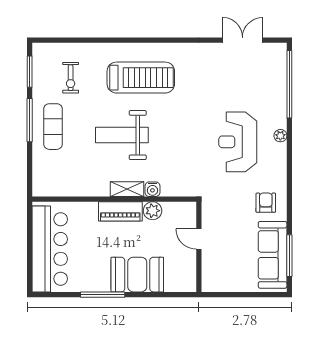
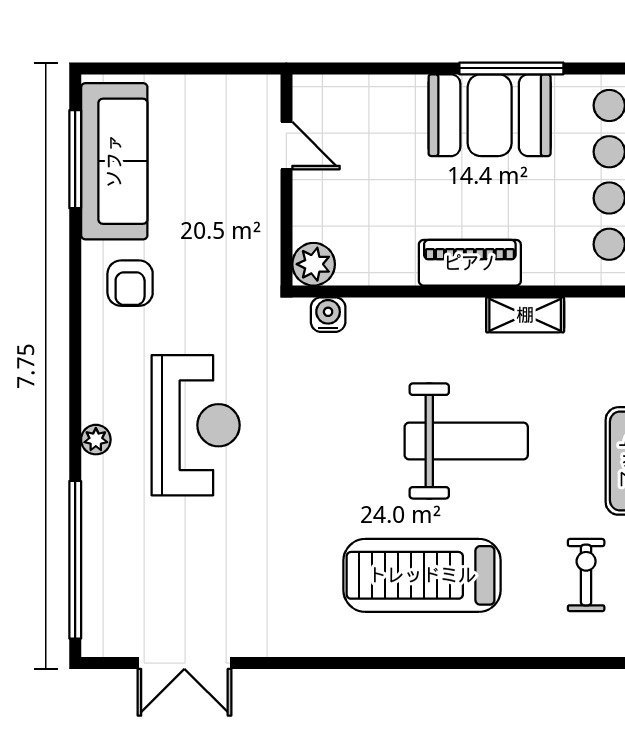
shelving: (127, 189) -> (525, 315), moved
water cooler: (152, 189) -> (328, 315), moved
plant: (153, 211) -> (314, 264), moved
door: (199, 239) -> (286, 146), moved
booth: (137, 275) -> (490, 115), moved

